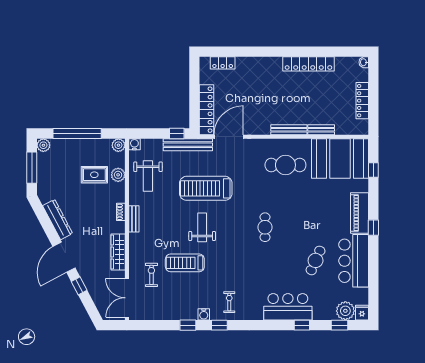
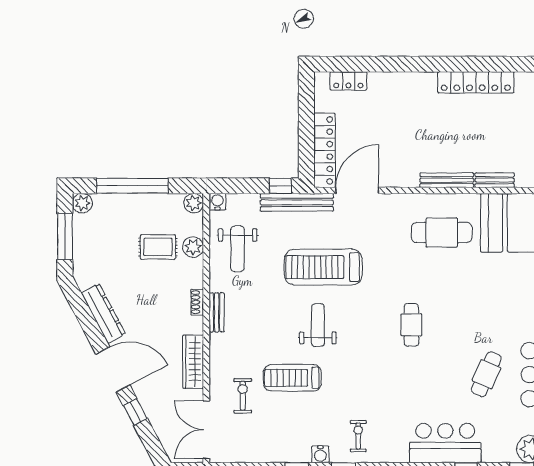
door: (64, 257) -> (113, 369), swing flipped

